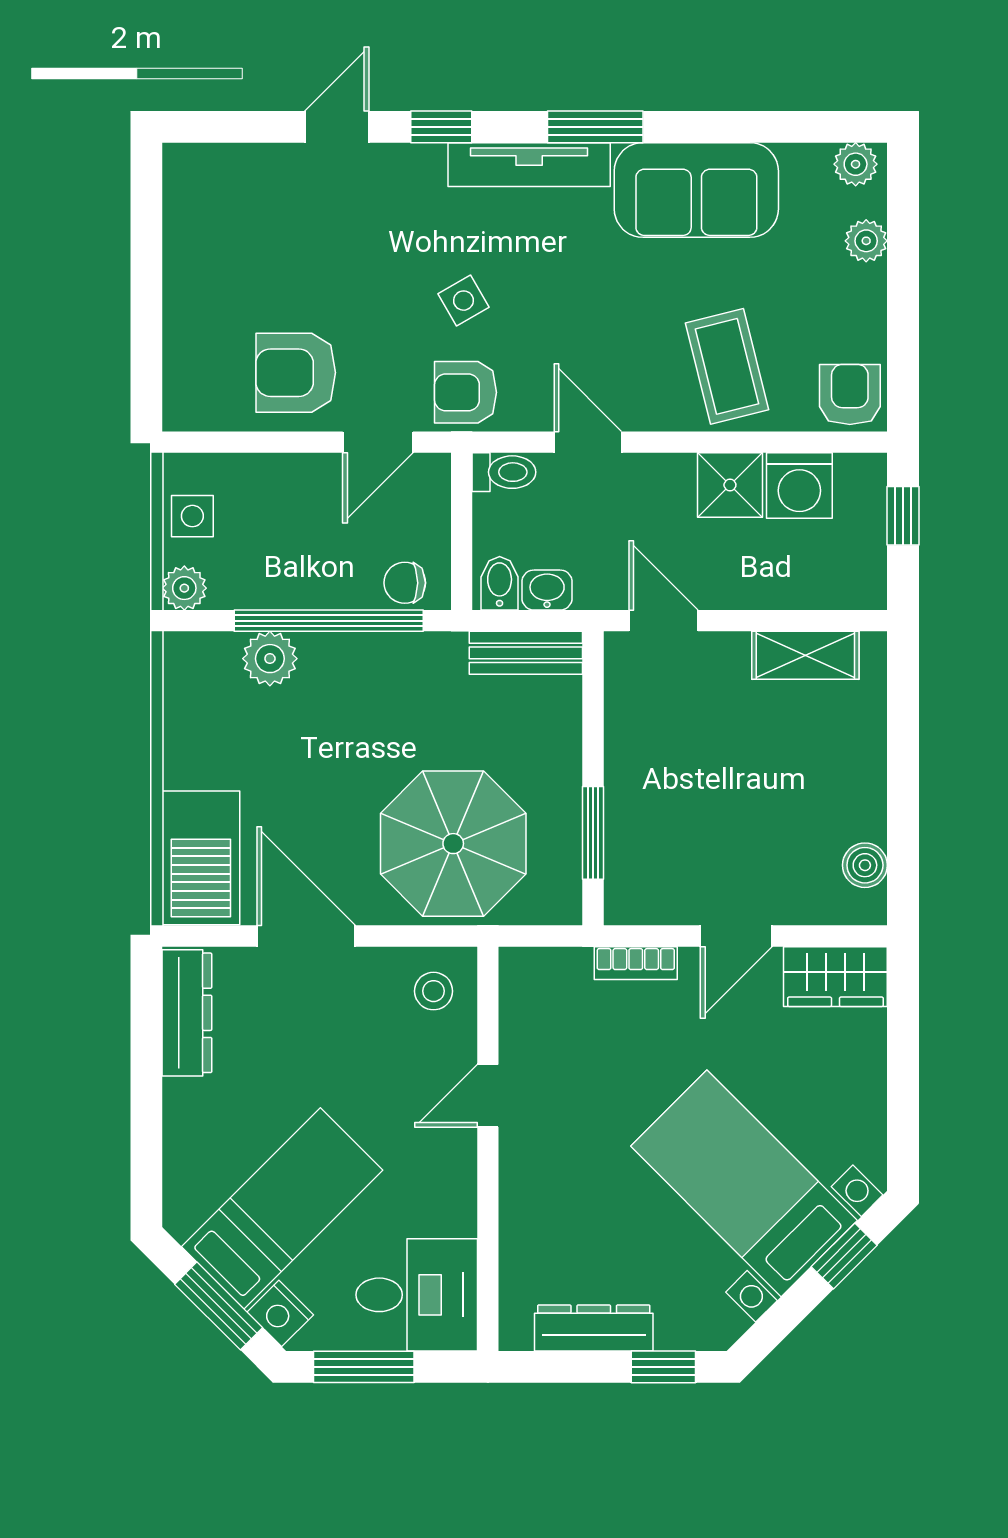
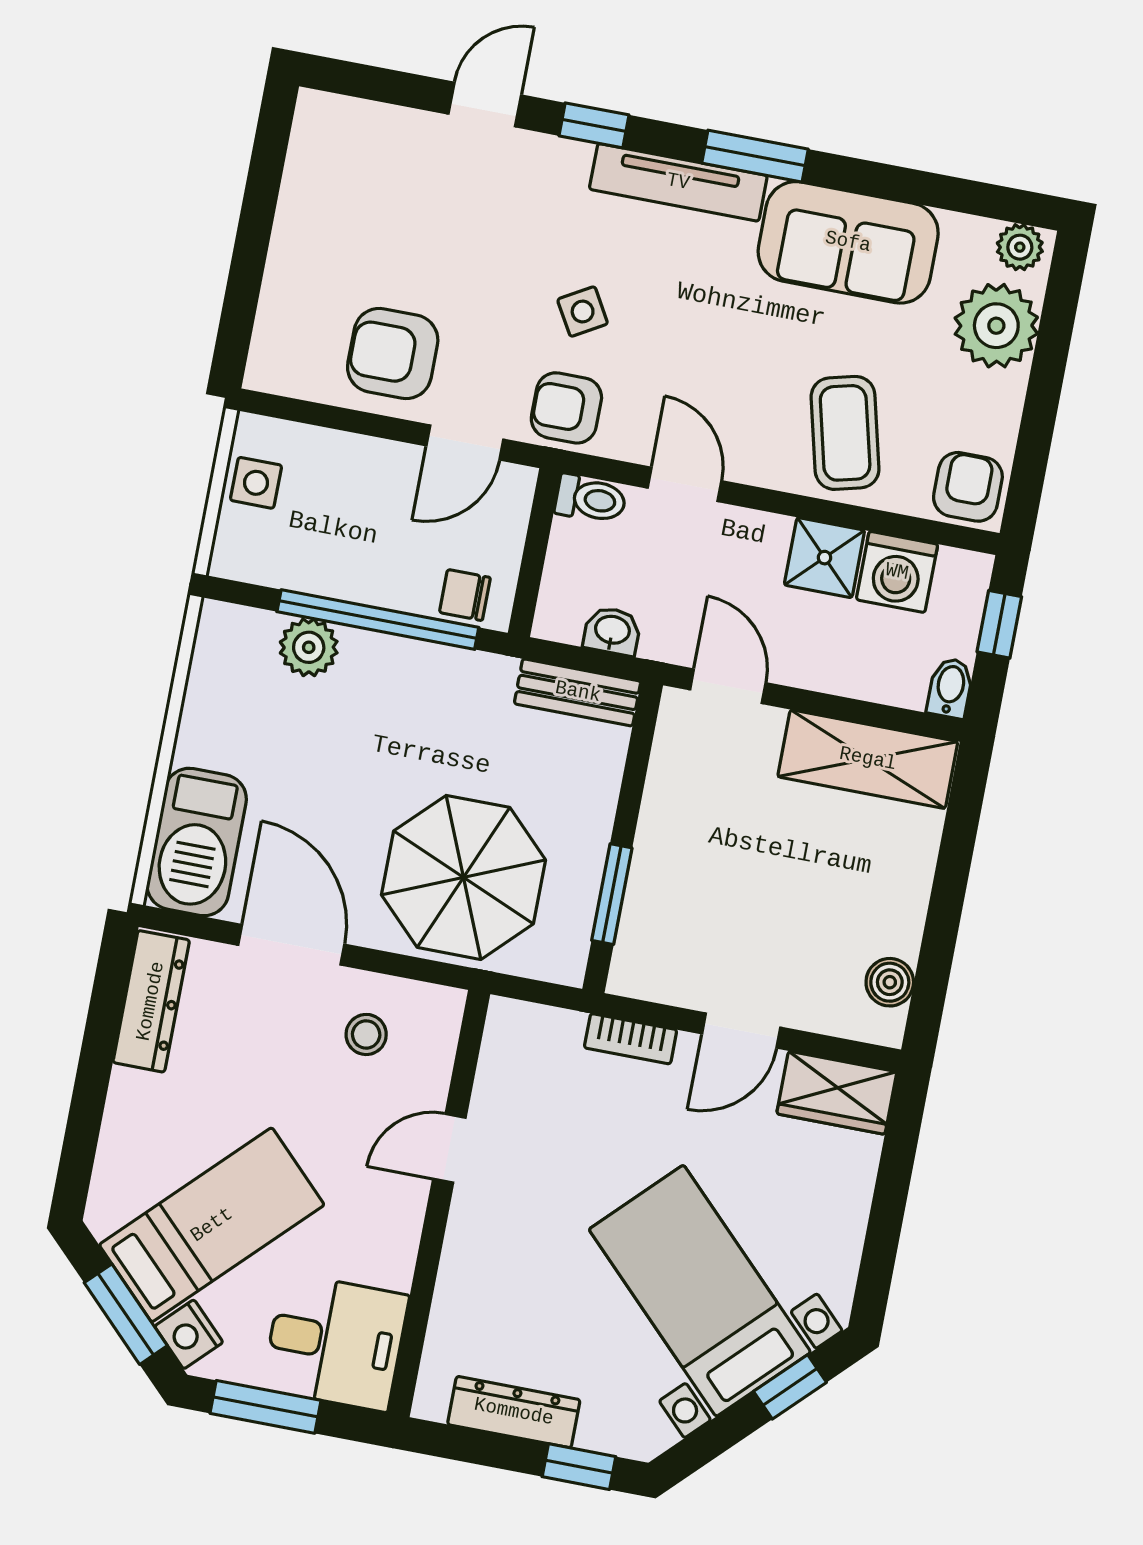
plant: (866, 241) -> (996, 326), width x1.87, depth x1.87
bidet: (500, 583) -> (950, 688), moved
plant: (184, 588) -> (233, 557), removed
shelving: (805, 655) -> (868, 759), width x1.50, depth x1.33
stool: (434, 991) -> (366, 1034), moved

